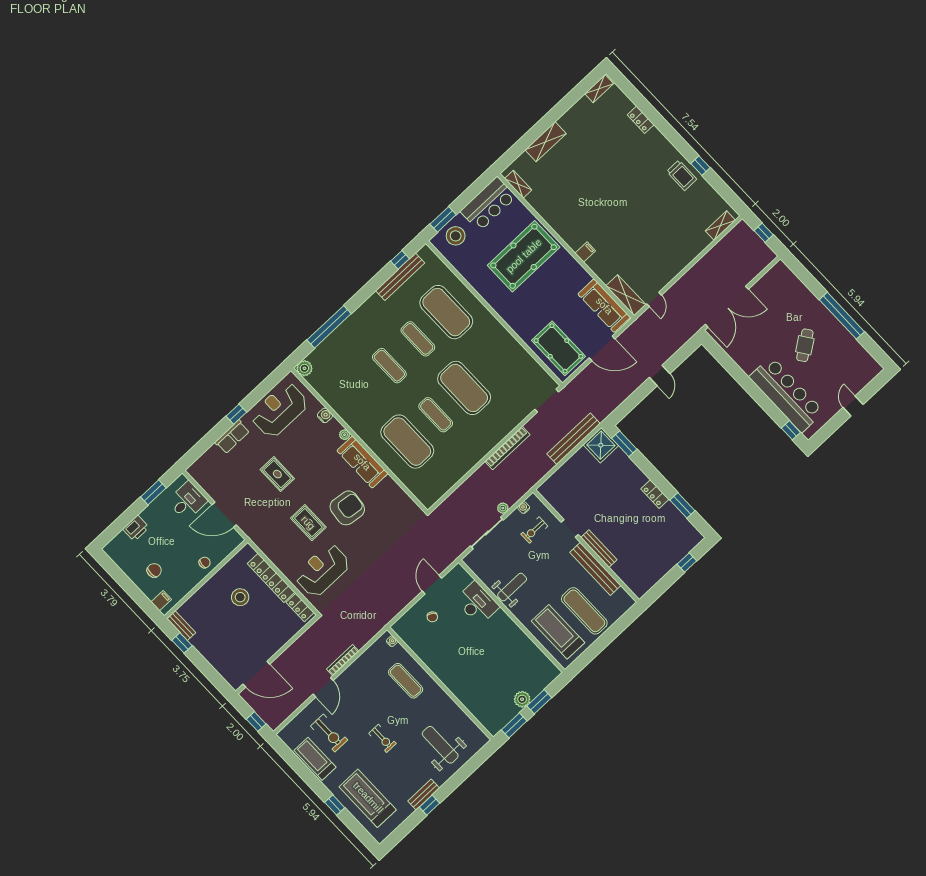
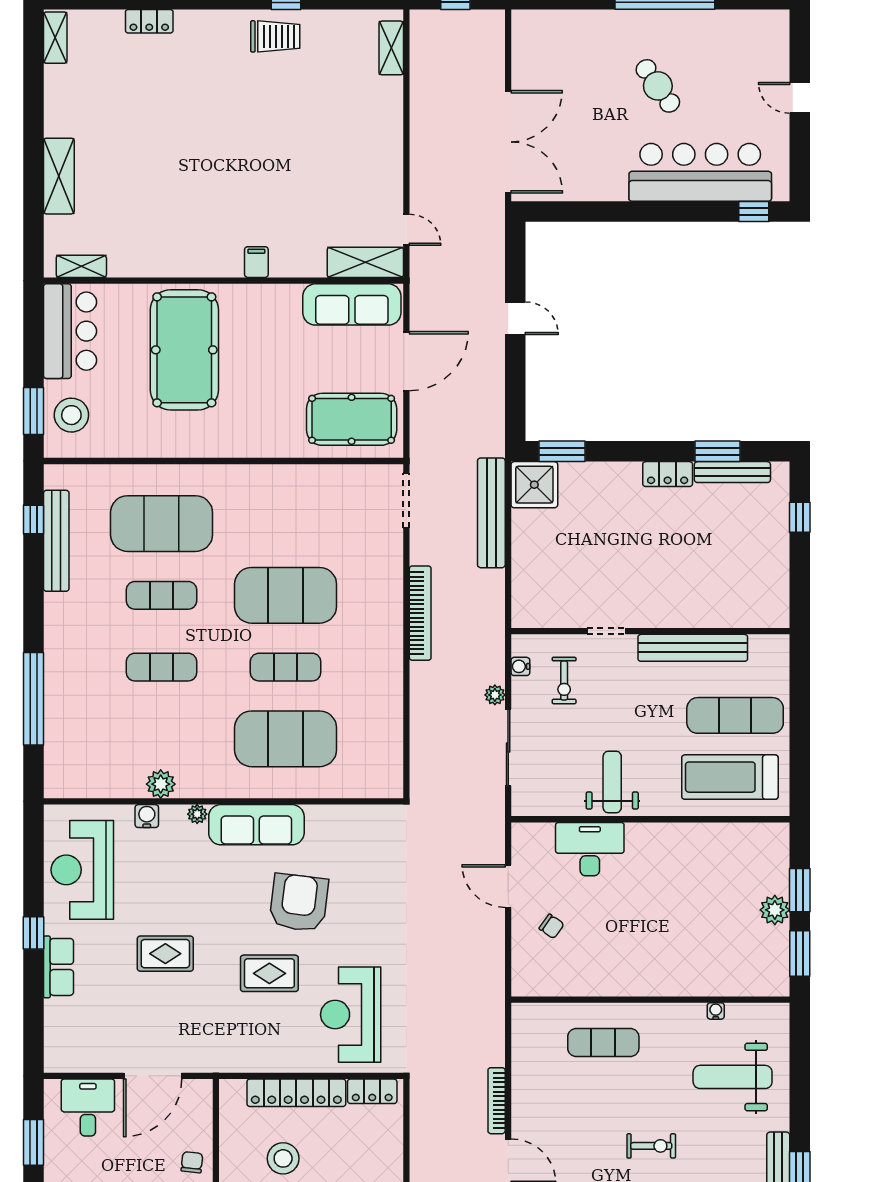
plant: (304, 368) -> (161, 784), moved
bench: (599, 549) -> (732, 472), moved
water cooler: (392, 641) -> (716, 1011), moved

